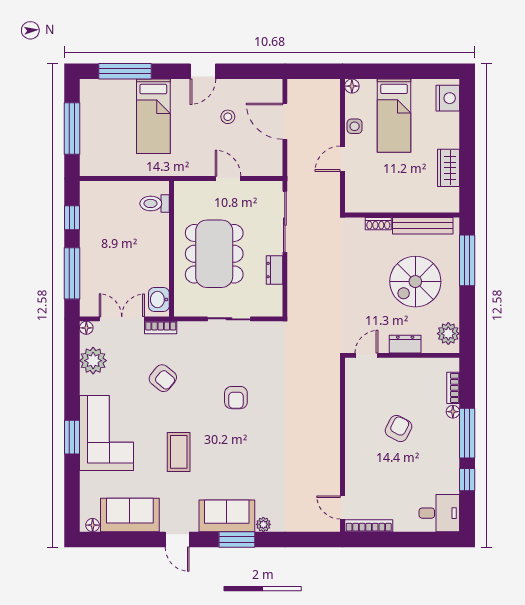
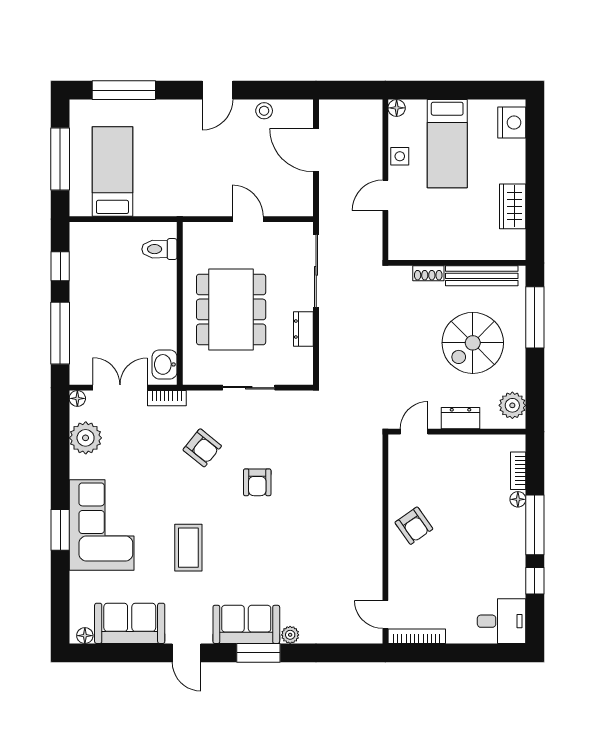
bed: (153, 116) -> (112, 171), moved, turned 180
stool: (228, 117) -> (264, 111), moved
armchair: (163, 378) -> (202, 448), moved
armchair: (398, 428) -> (414, 526), moved, turned 118

